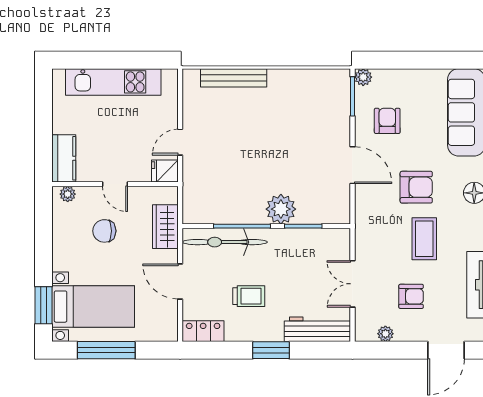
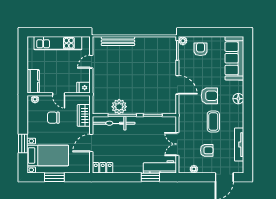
armchair: (387, 121) -> (200, 49), moved
door: (180, 142) -> (91, 62), moved
plant: (281, 209) -> (119, 107), moved
door: (180, 282) -> (91, 143), hinge flipped
trolley: (249, 296) -> (126, 150), removed
window: (44, 305) -> (23, 144), moved
window: (106, 350) -> (54, 177), width x0.69
window: (271, 350) -> (150, 177), moved

